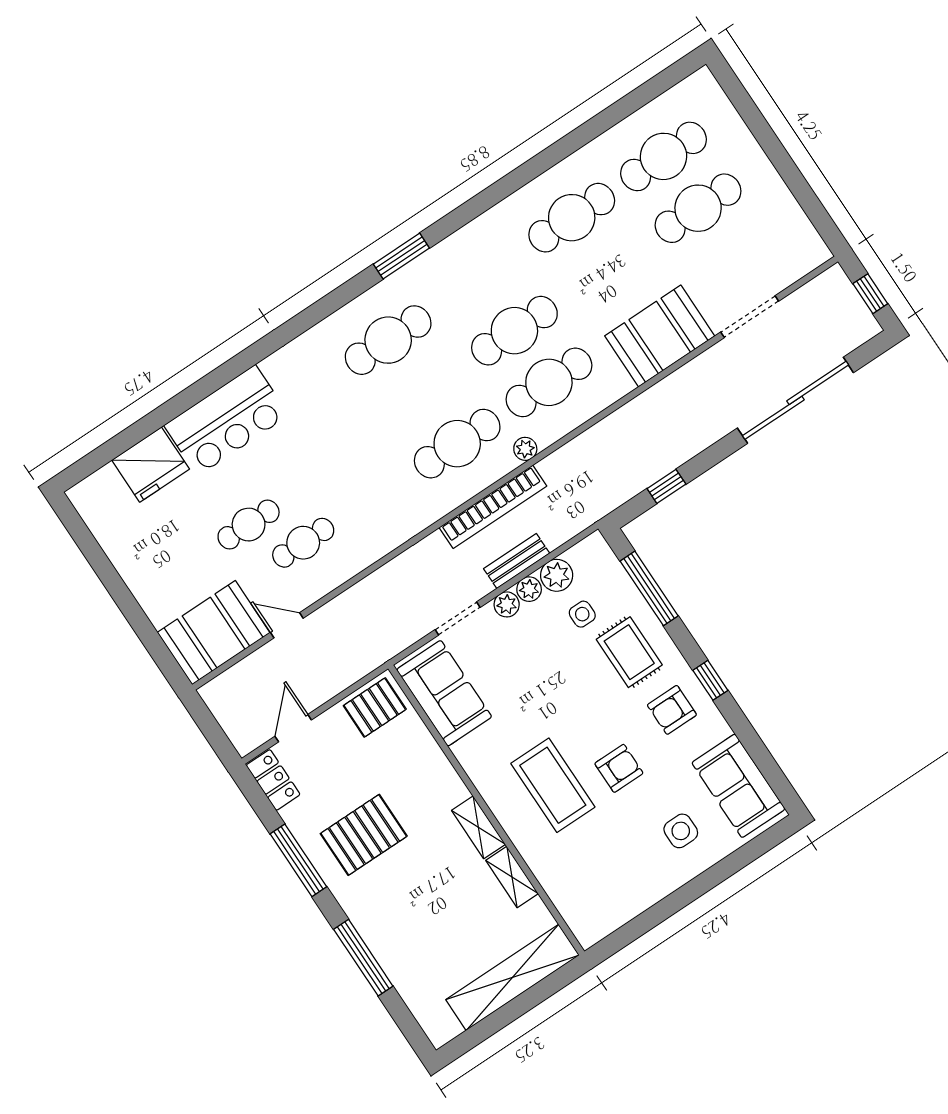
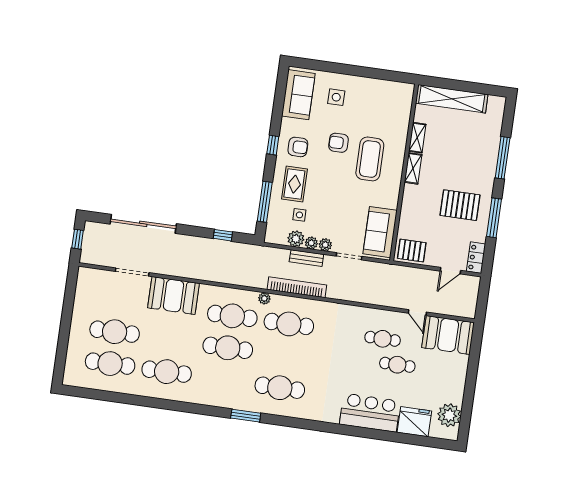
plant: (109, 519) -> (449, 415), added

